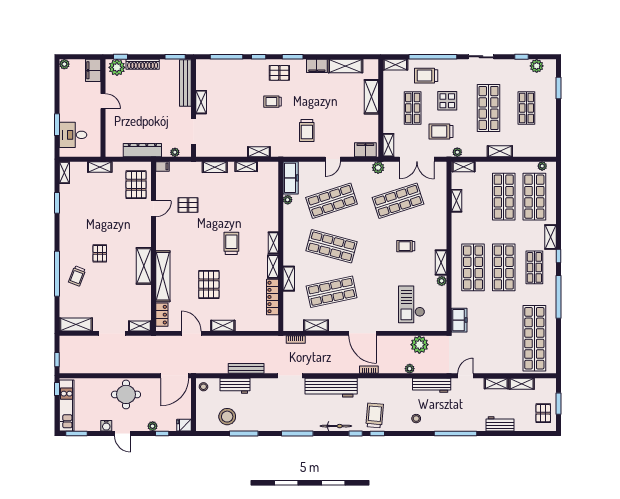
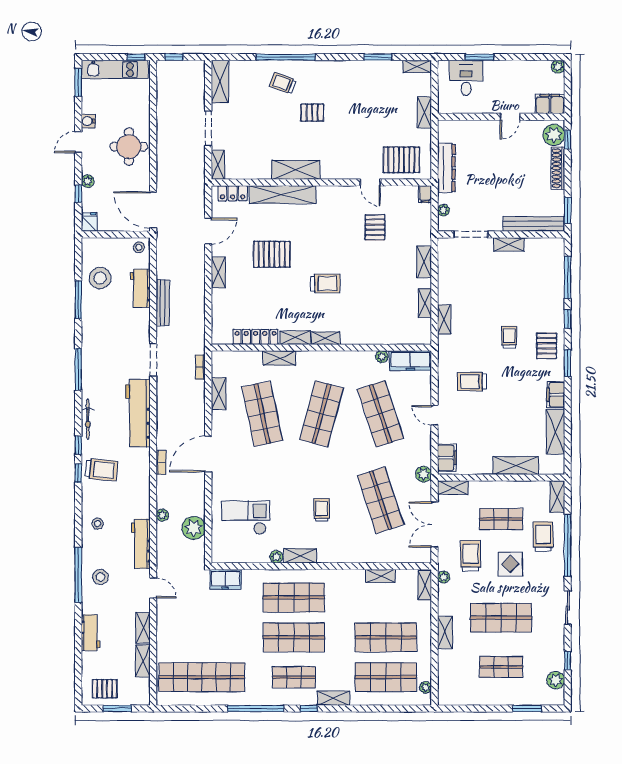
stool: (457, 416) -> (100, 577), added

